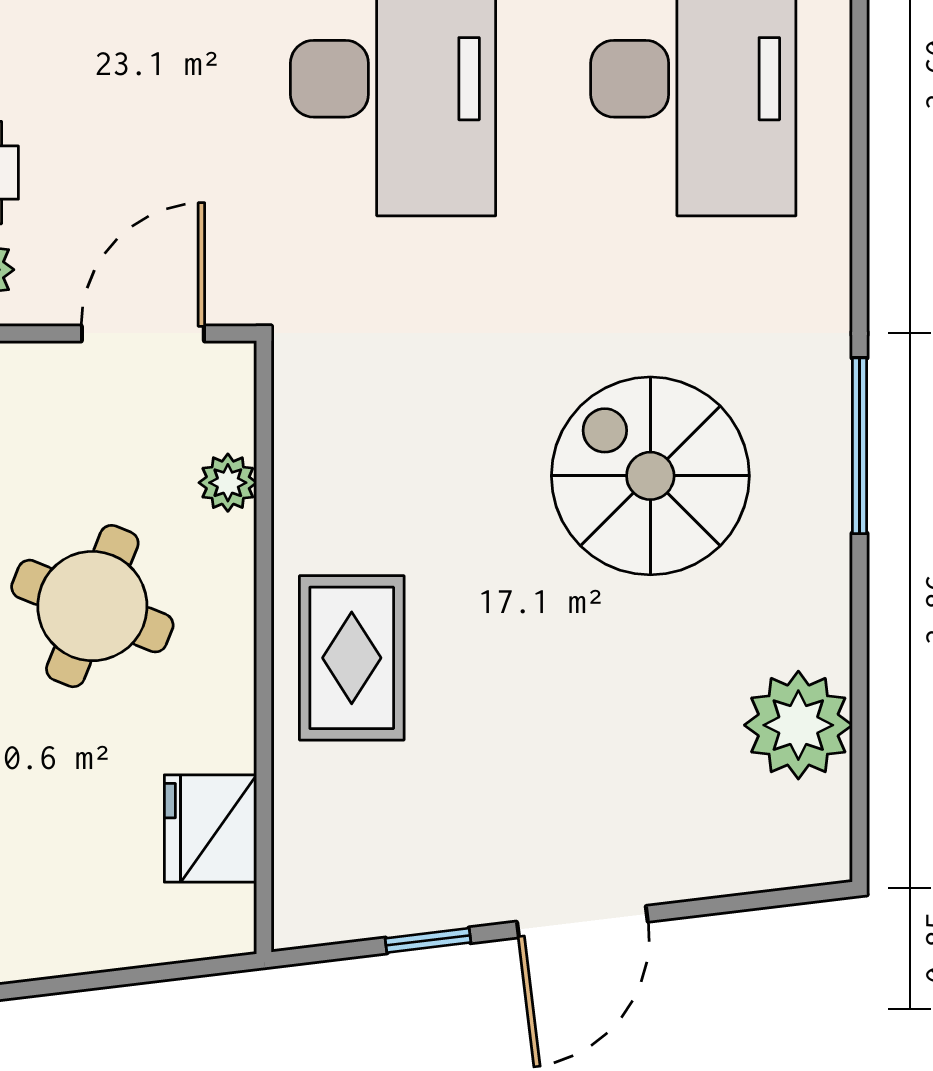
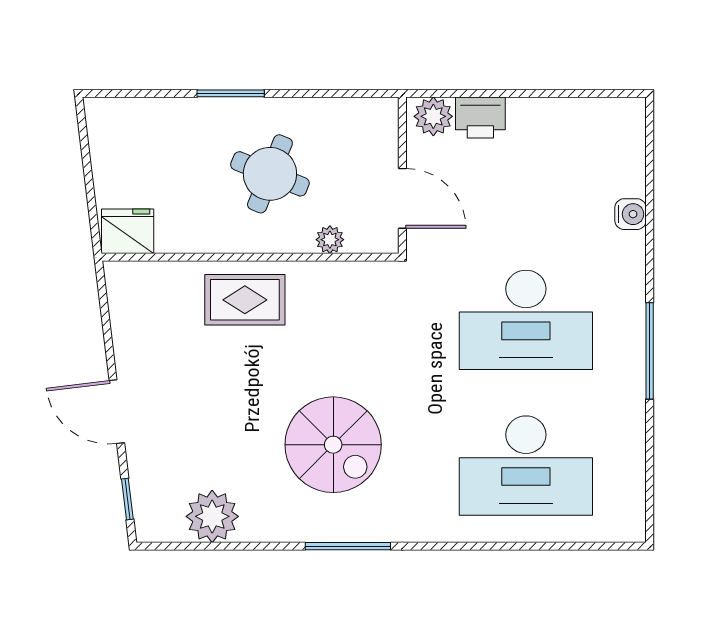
spiral stairs: (650, 476) -> (333, 445), turned 90
fridge: (211, 829) -> (128, 231), moved
window: (428, 940) -> (127, 499), moved

